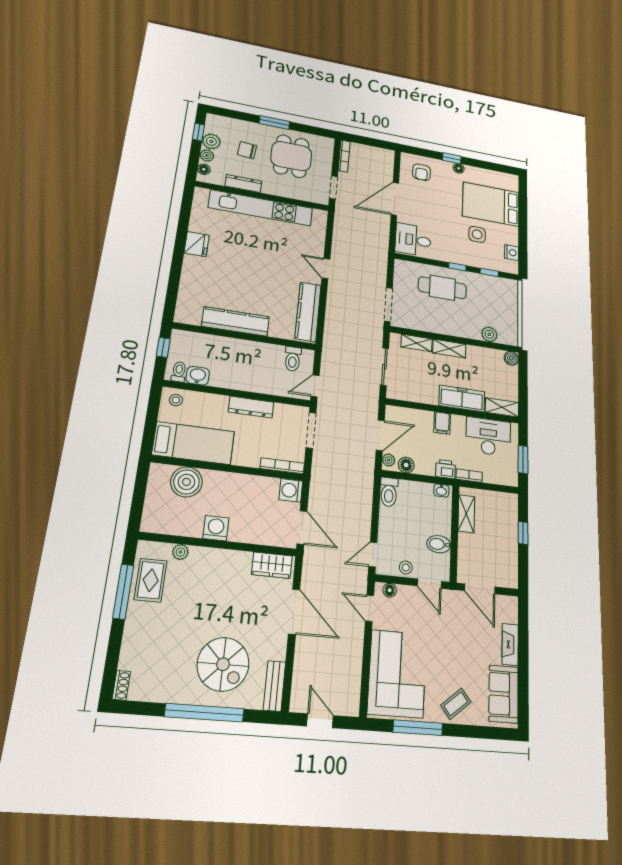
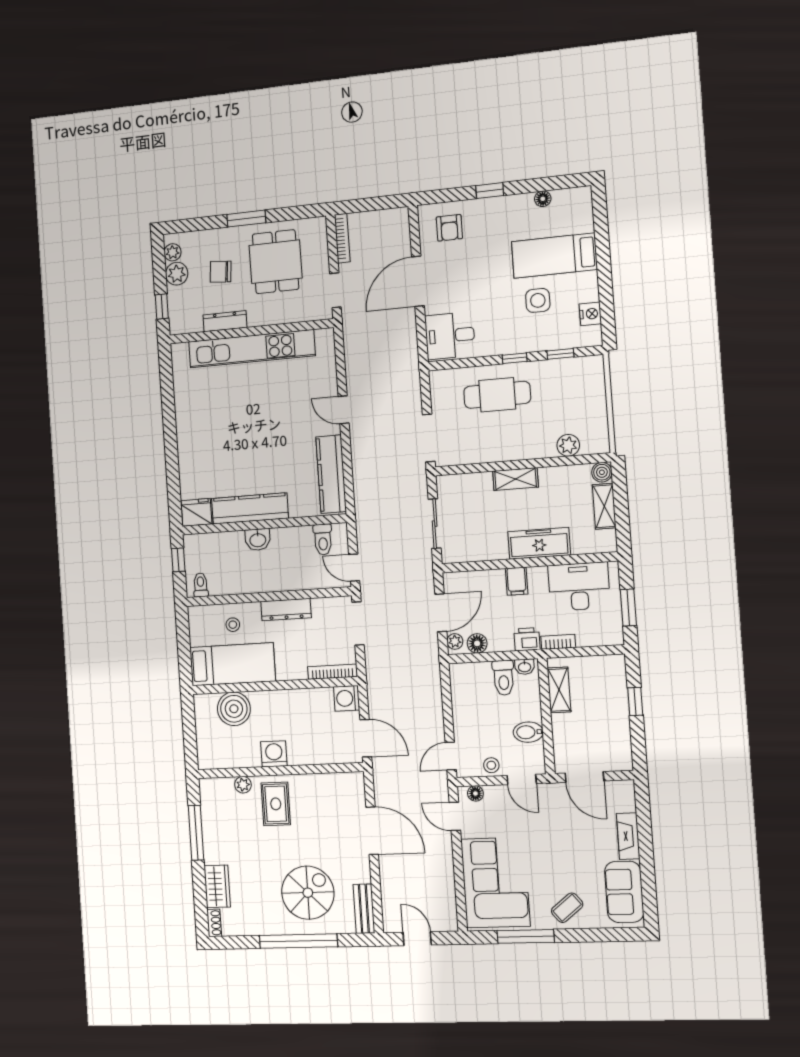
window: (198, 132) -> (162, 306), moved
plant: (207, 156) -> (173, 252), moved
floor lamp: (459, 168) -> (543, 199), moved
floor lamp: (204, 169) -> (176, 316), removed
bed: (491, 204) -> (554, 256), width x0.67
fridge: (197, 244) -> (196, 512), moved, turned -90
shelving: (417, 343) -> (472, 482), removed
washbasin: (198, 376) -> (258, 540), moved, turned 180
door: (315, 386) -> (354, 568), hinge flipped
stool: (176, 400) -> (233, 625), moved
shelving: (502, 407) -> (604, 506), moved, turned 90
toilet: (389, 492) -> (503, 678), moved
wardrobe: (272, 565) -> (217, 886), moved, turned -90
rug: (151, 580) -> (276, 804), moved
spiral stairs: (223, 664) -> (308, 893), turned -90

